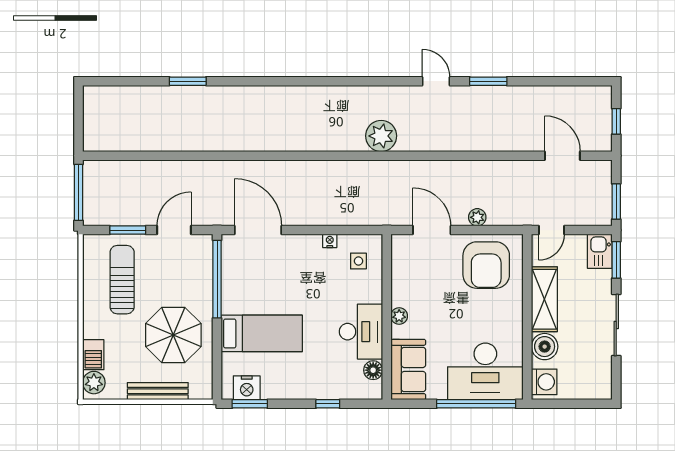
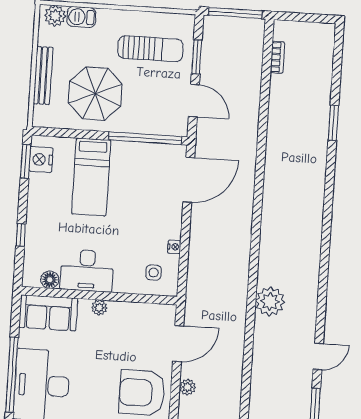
bookcase: (122, 145) -> (277, 57), added

